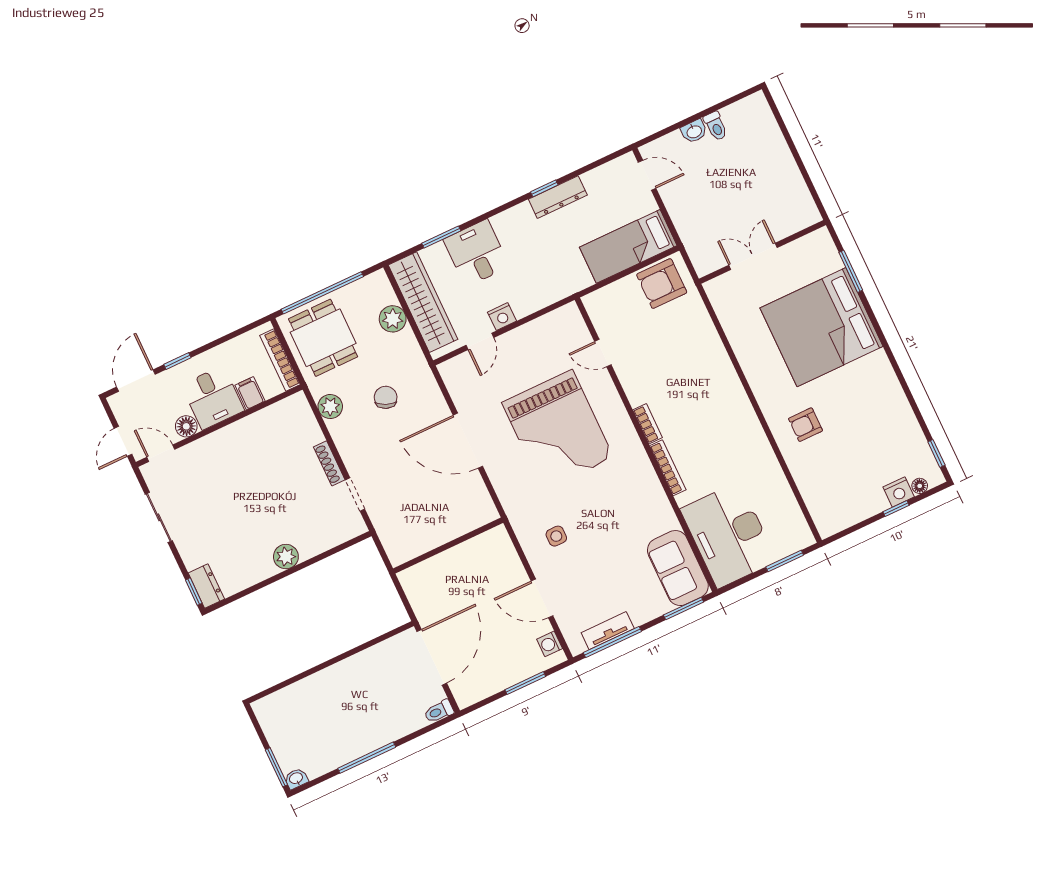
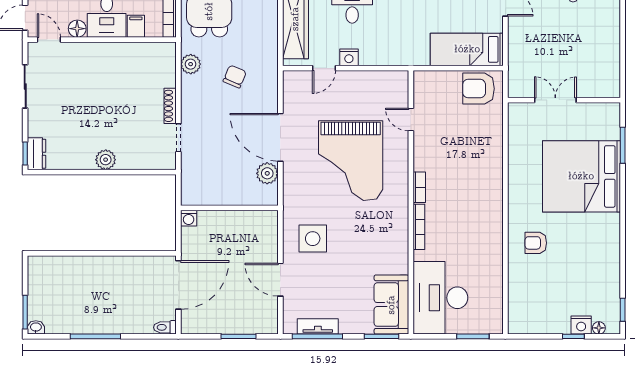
plant: (393, 319) -> (267, 173), moved
side table: (556, 536) -> (313, 239), width x1.87, depth x1.87
washing machine: (550, 644) -> (189, 218), moved, turned -90

